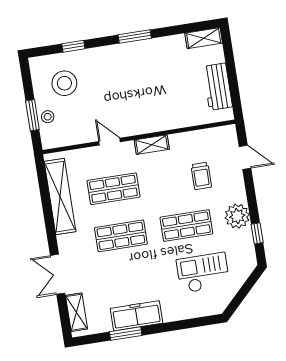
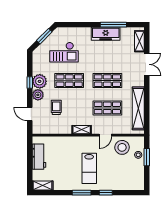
window: (73, 46) -> (106, 193), moved
lab bench: (128, 80) -> (89, 168), added
stool: (64, 83) -> (122, 147), moved
door: (110, 142) -> (105, 135), hinge flipped
plant: (236, 192) -> (38, 95), added
window: (257, 233) -> (30, 83), moved
window: (241, 295) -> (44, 36), added
window: (126, 334) -> (113, 25), width x1.44

